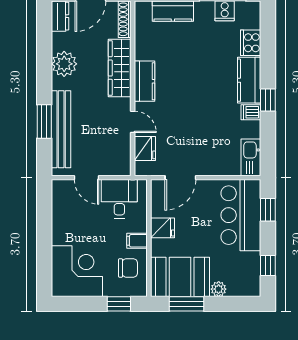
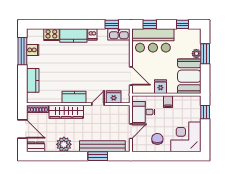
window: (268, 100) -> (112, 24), moved
chair: (128, 268) -> (157, 139), moved
window: (187, 304) -> (205, 54), moved

